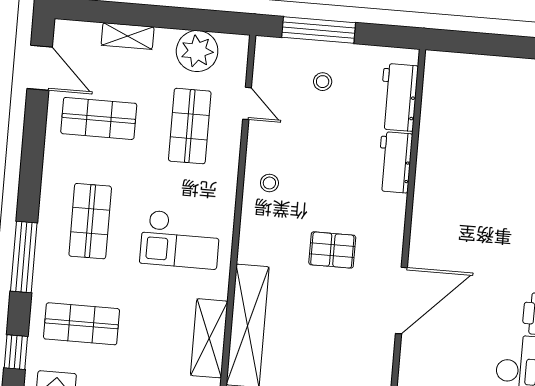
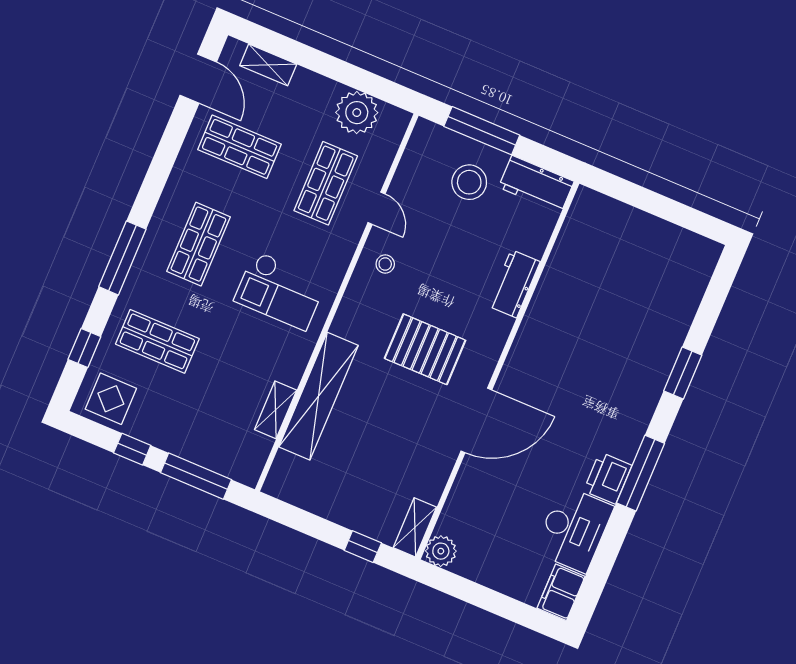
shelving: (128, 36) -> (268, 65), moved
stool: (323, 82) -> (469, 182), width x1.89, depth x1.89
workbench: (399, 97) -> (536, 184), moved, turned -90
door: (247, 103) -> (377, 208), moved
pallet: (332, 250) -> (425, 349), width x1.50, depth x1.42
shelving: (209, 338) -> (276, 410), width x0.67, depth x0.75

